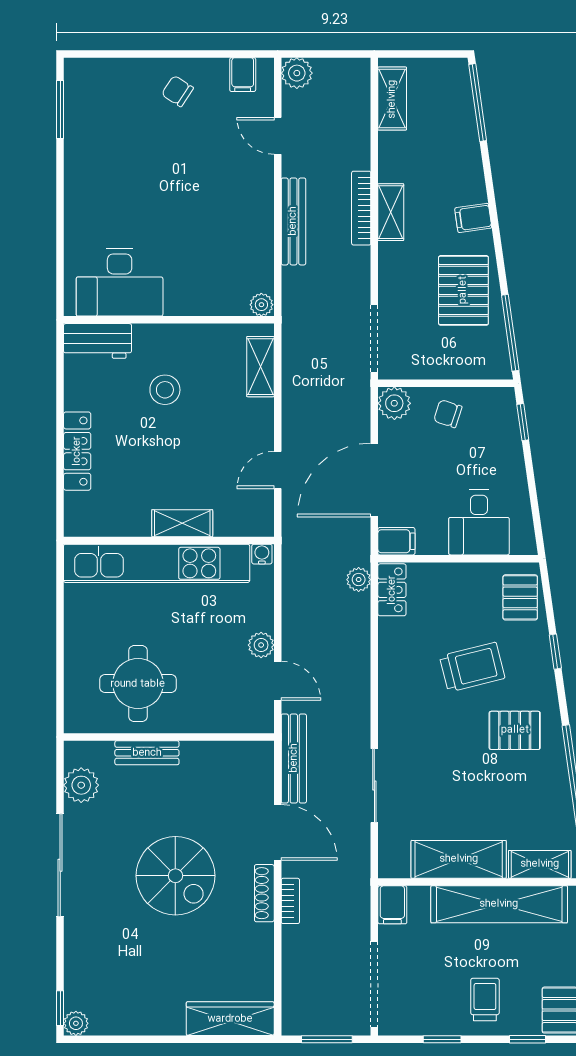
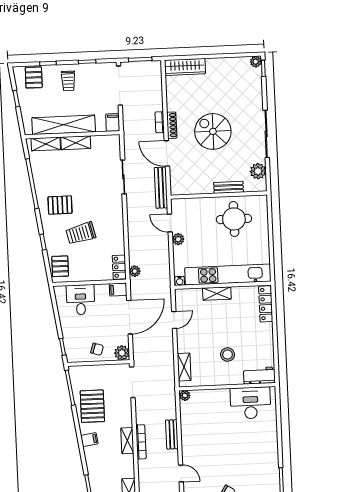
bench: (293, 221) -> (172, 434), width x0.73
locker: (77, 451) -> (266, 304), moved
shelving: (459, 859) -> (76, 143), width x0.67, depth x0.75

